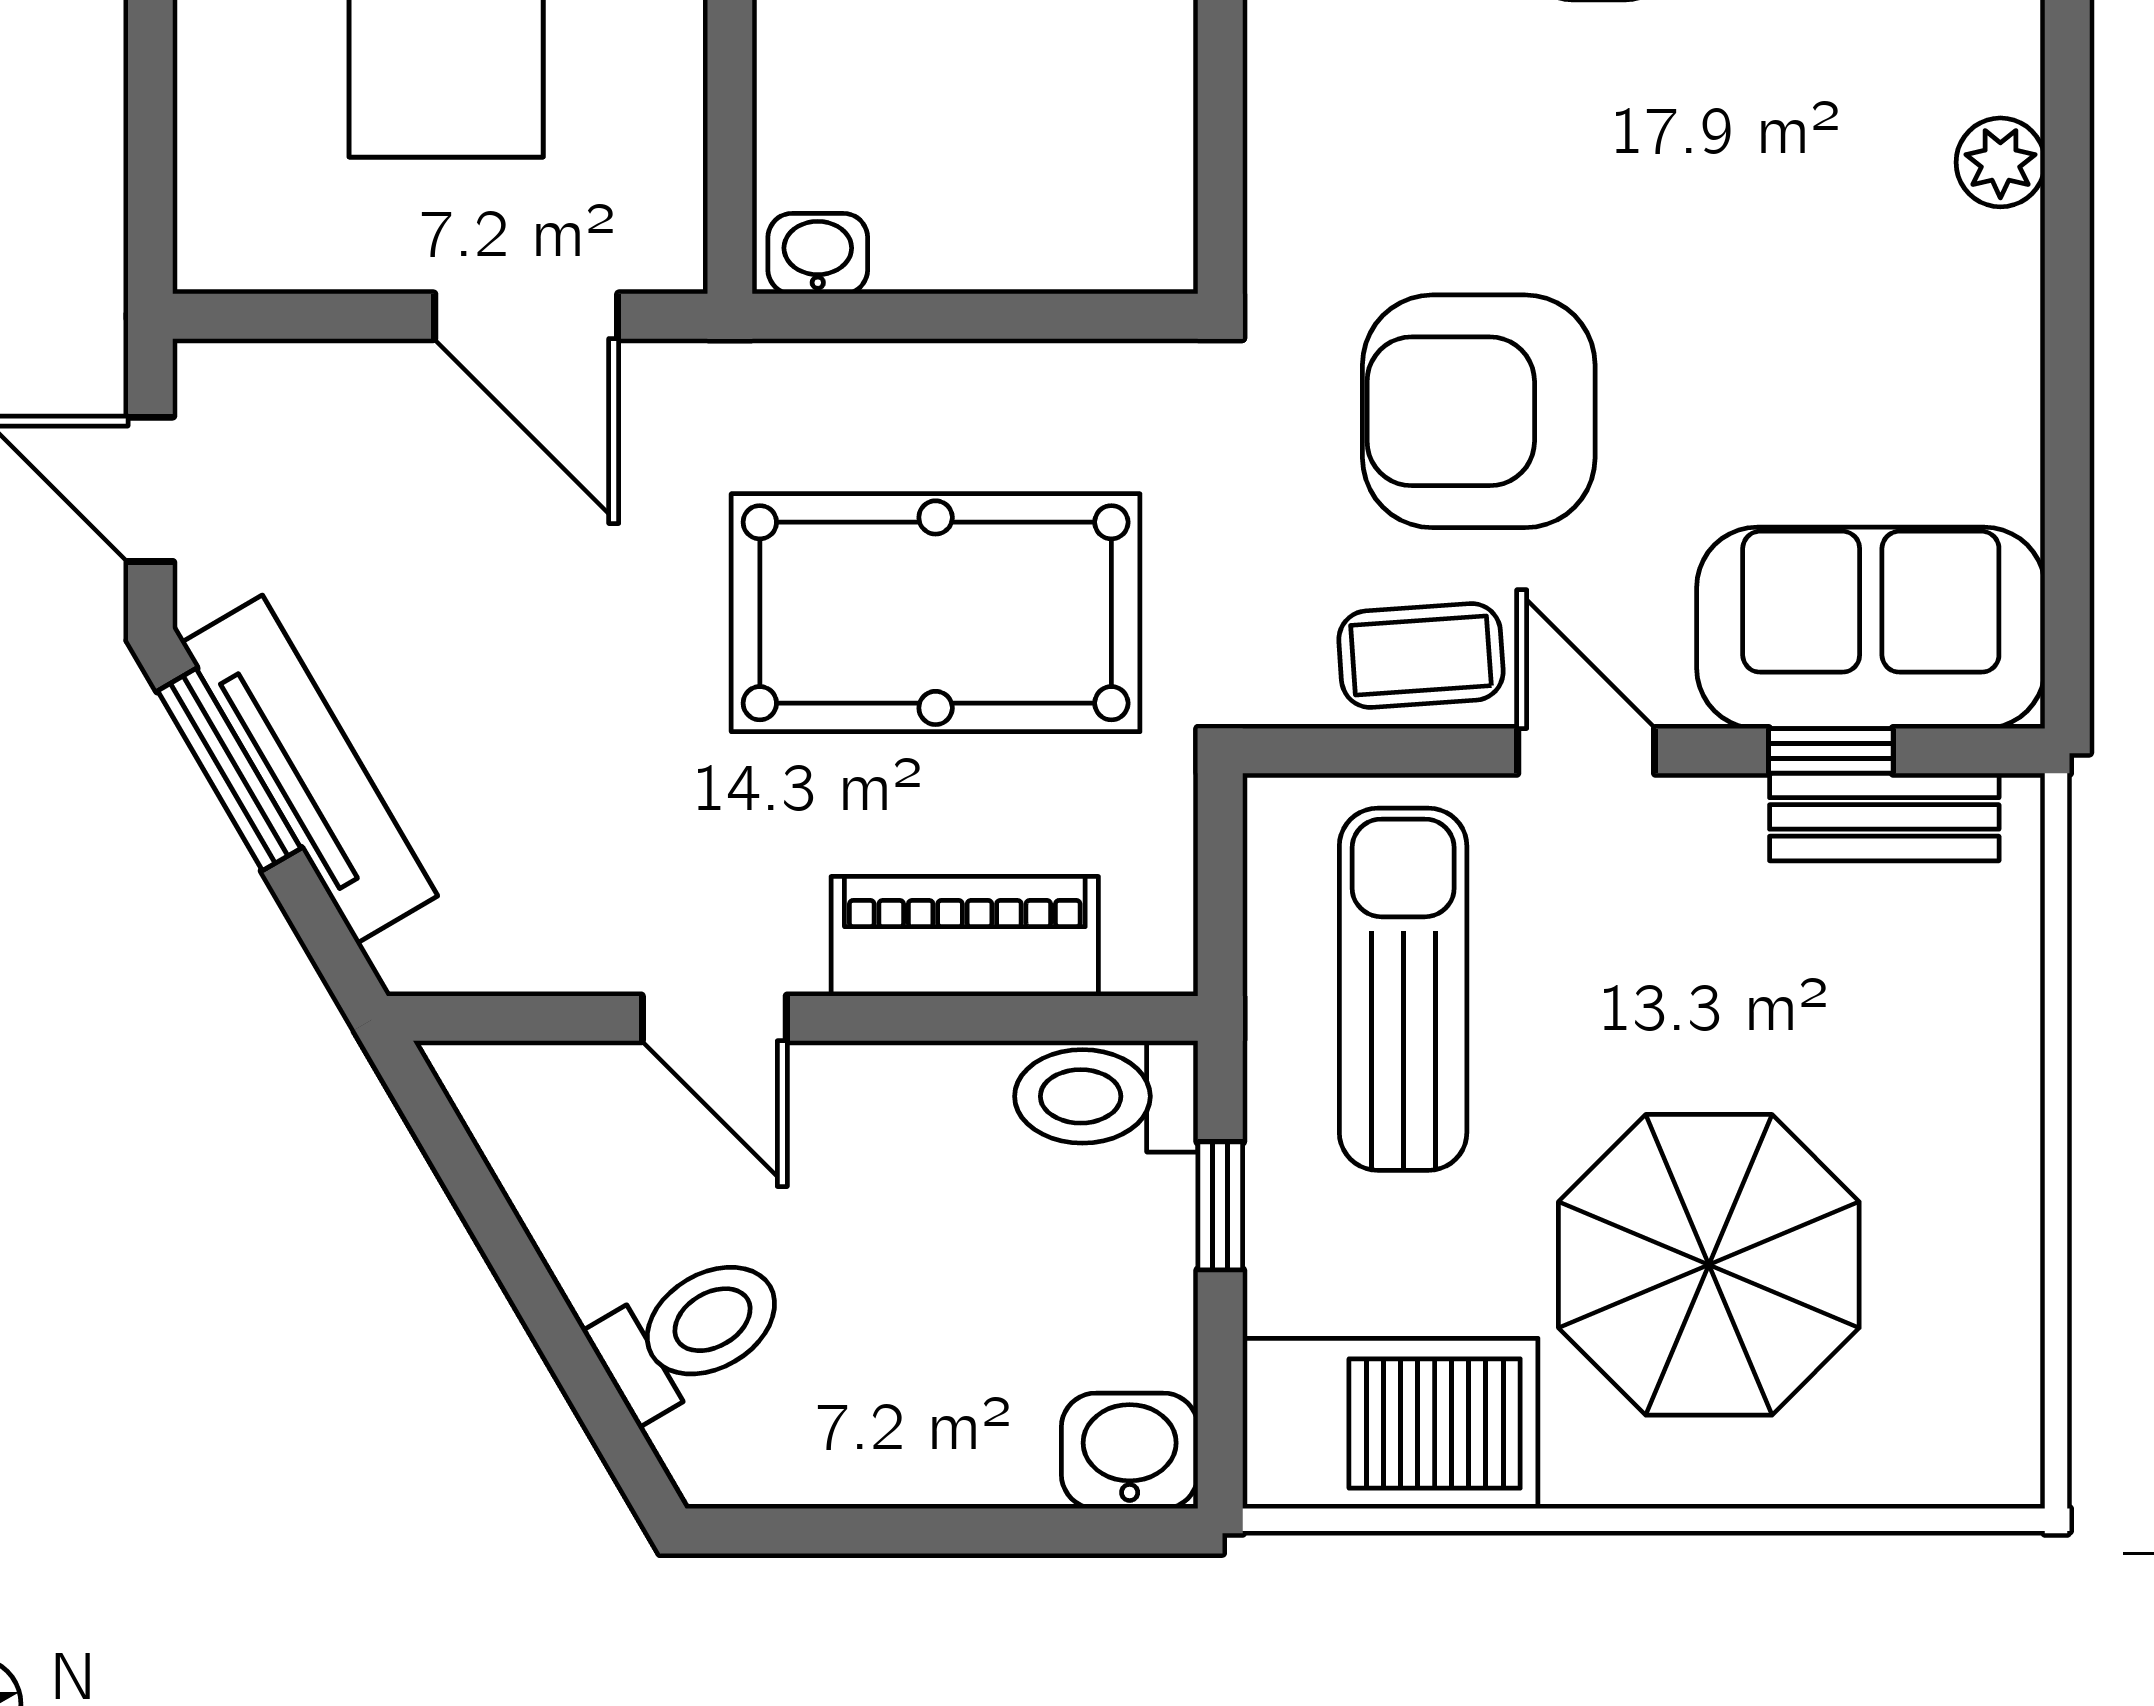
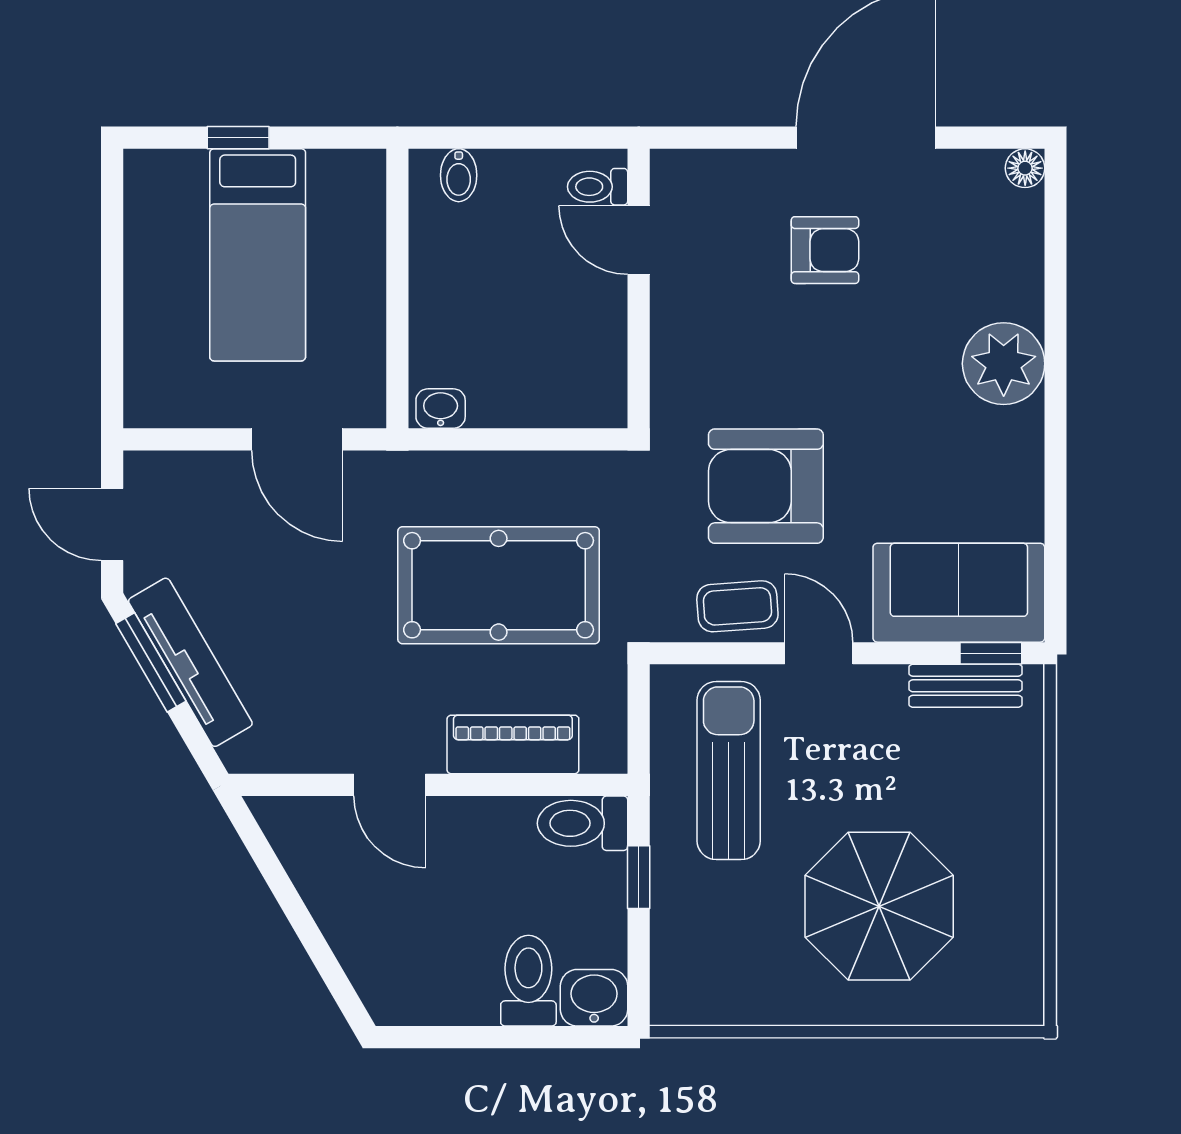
plant: (2000, 162) -> (1004, 364), width x1.87, depth x1.87
window: (1831, 751) -> (991, 653), moved
toilet: (690, 1333) -> (528, 981), moved, turned -60
barbecue: (1390, 1424) -> (722, 984), removed

